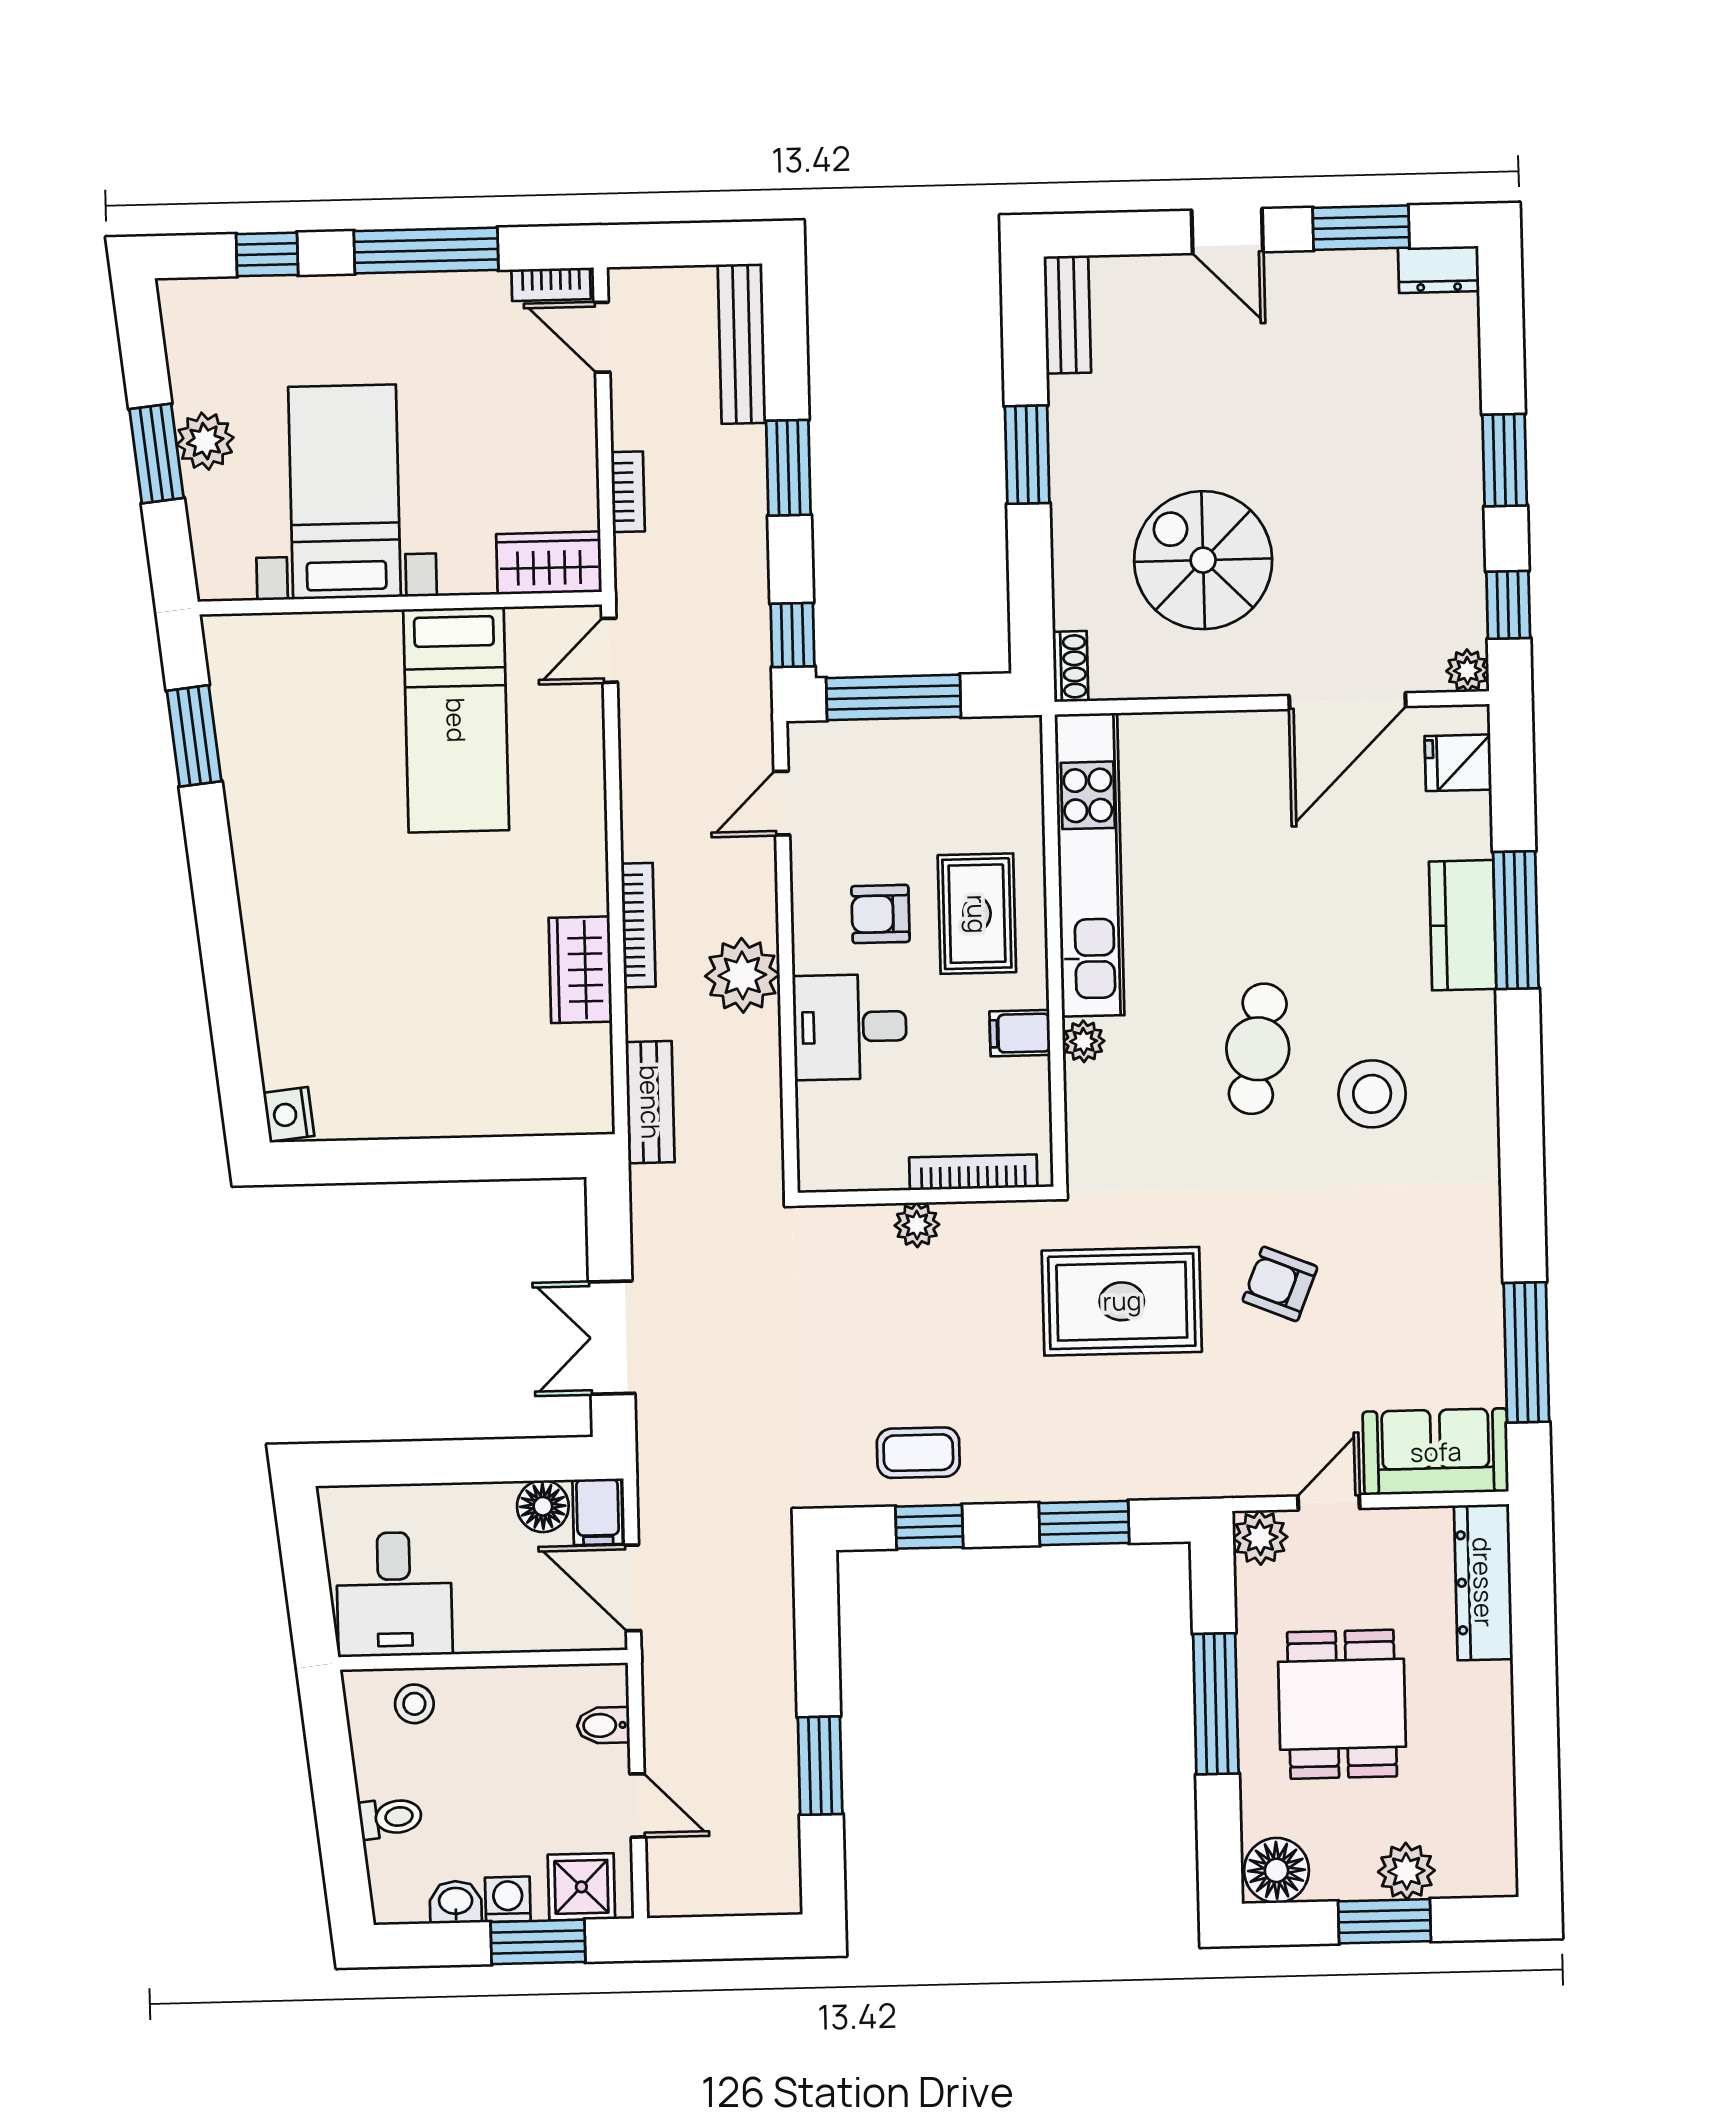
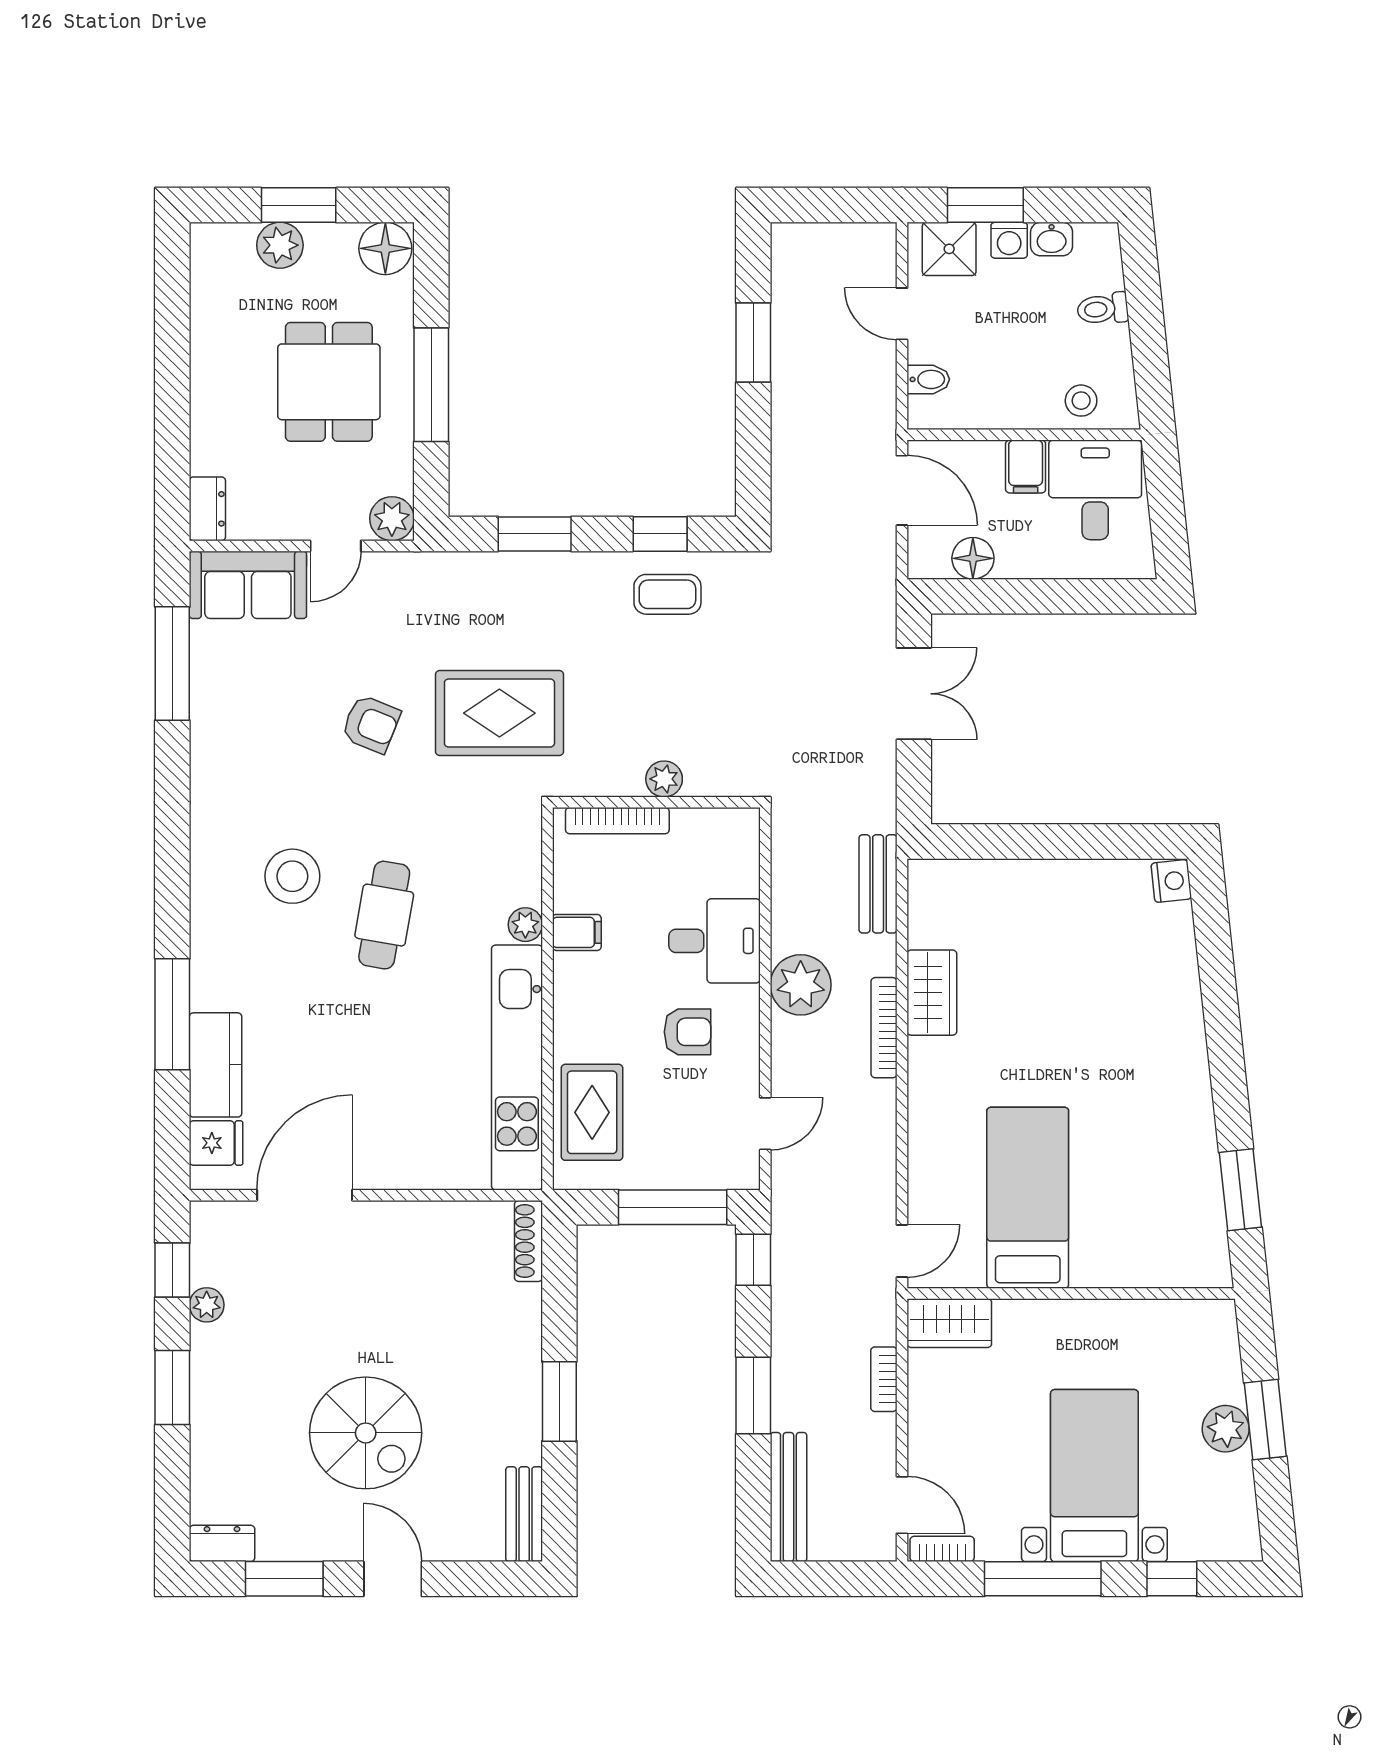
bed with nightstands: (345, 492) -> (1094, 1476), moved, turned 180
spiral stairs: (1203, 560) -> (366, 1433), moved
shoe rack: (1071, 666) -> (528, 1241), width x1.43
plant: (1467, 671) -> (207, 1305), moved
rug: (977, 914) -> (592, 1112), moved
kitchen counter: (1463, 925) -> (216, 1065), moved
filing cabinet: (598, 1512) -> (1026, 467), moved, turned 180
dresser: (1483, 1582) -> (207, 509), width x0.51, depth x0.80

